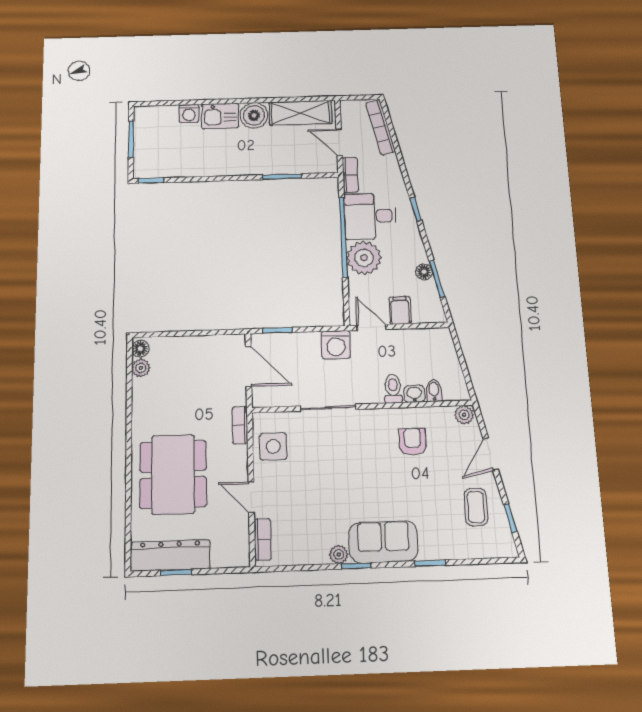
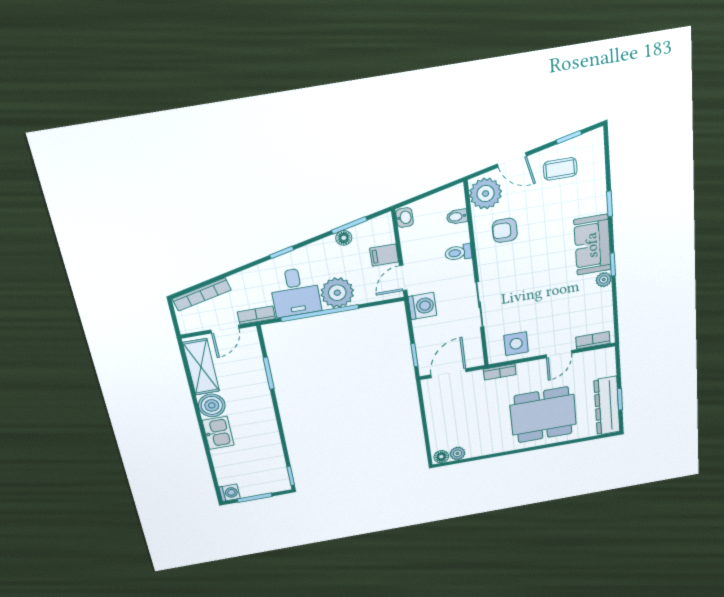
washing machine: (189, 114) -> (230, 493), moved
washbasin: (414, 394) -> (405, 218), moved, turned 180
plant: (464, 415) -> (486, 194), width x1.87, depth x1.87

